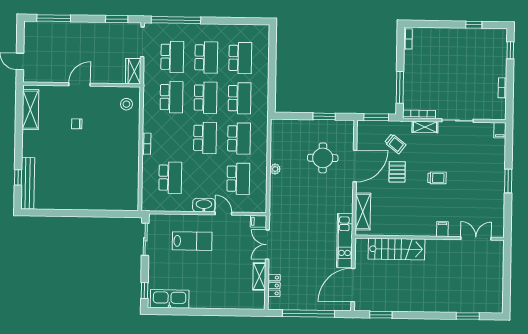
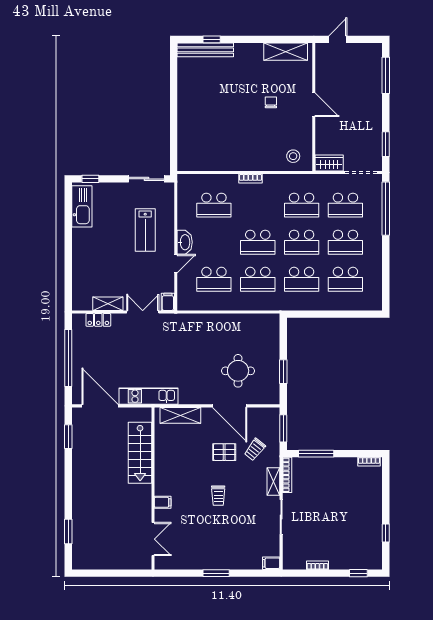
plant: (275, 169) -> (225, 319), removed

